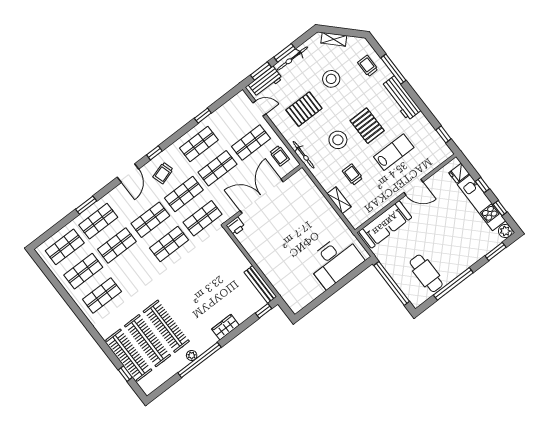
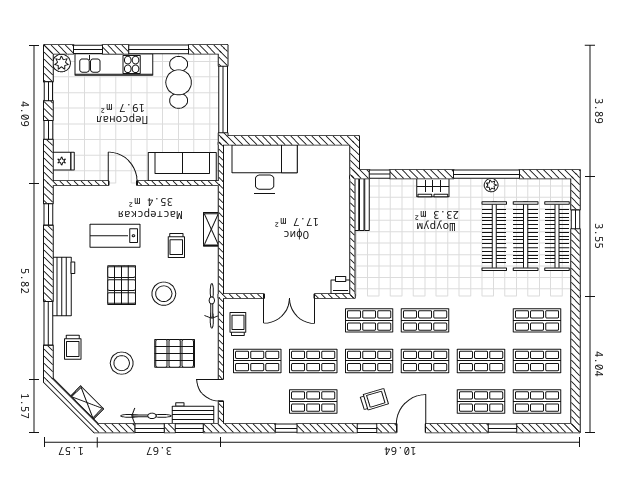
double door: (262, 196) -> (289, 296), width x0.73
kitchen unit: (481, 203) -> (114, 64), moved, turned 90
window: (86, 205) -> (503, 428), moved

